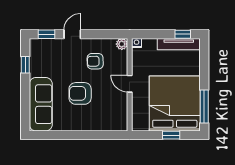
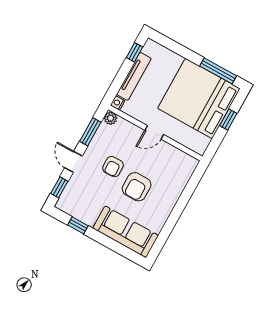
window: (103, 34) -> (90, 132), added
tv unit: (179, 44) -> (134, 76), moved
armchair: (95, 61) -> (113, 167), moved

